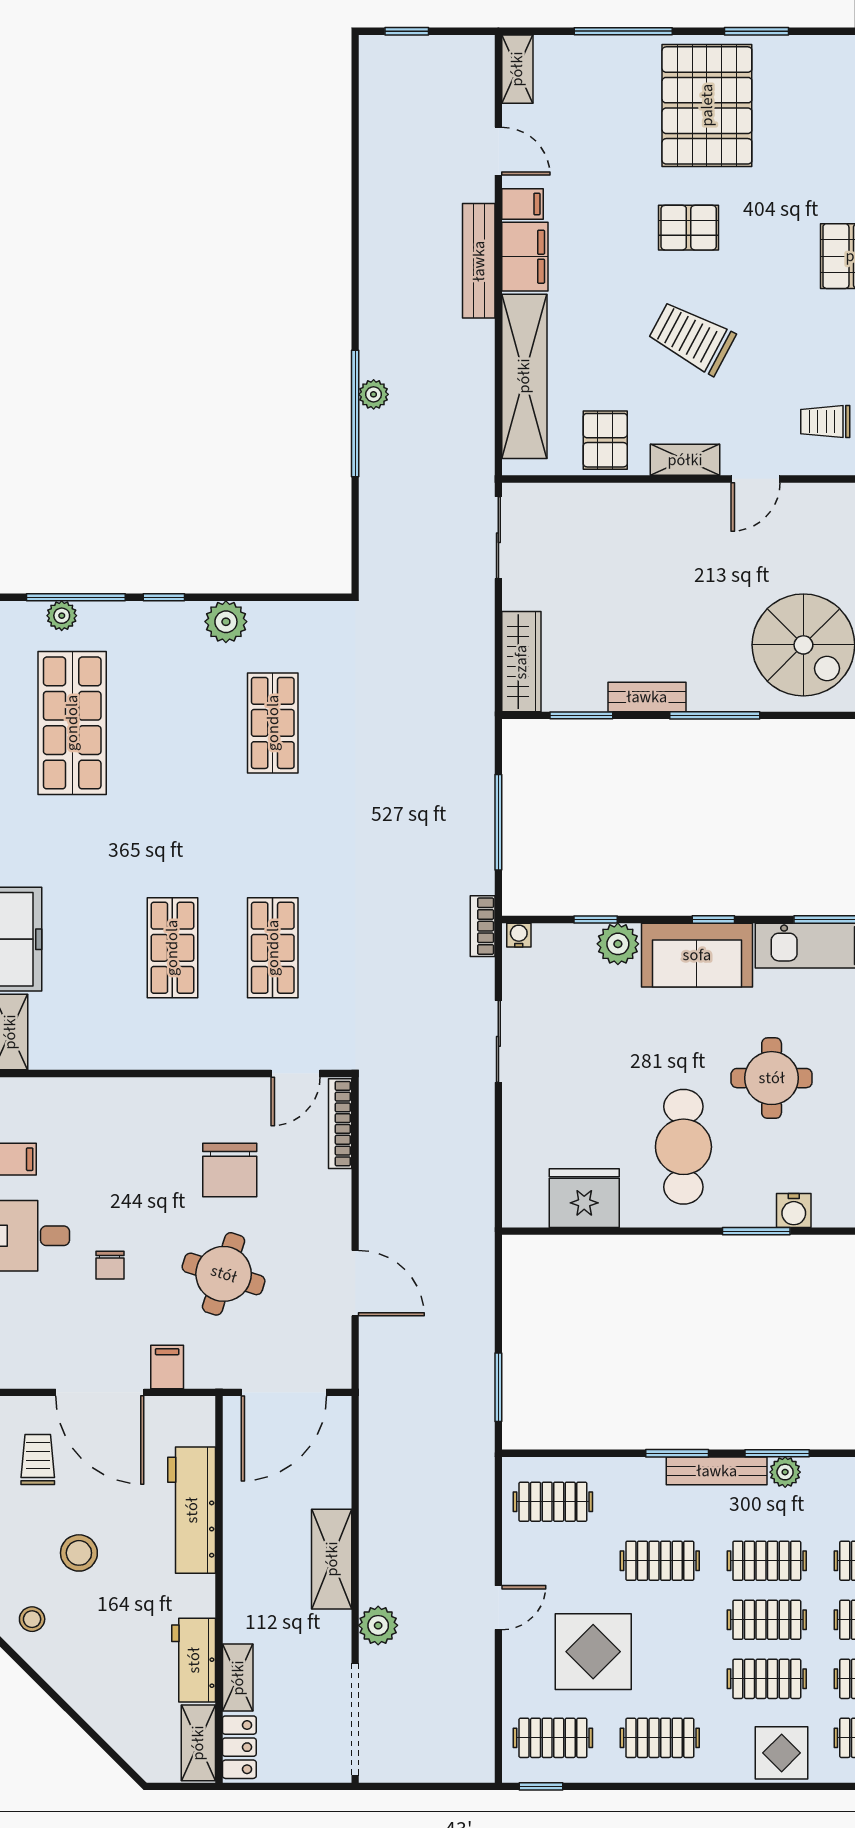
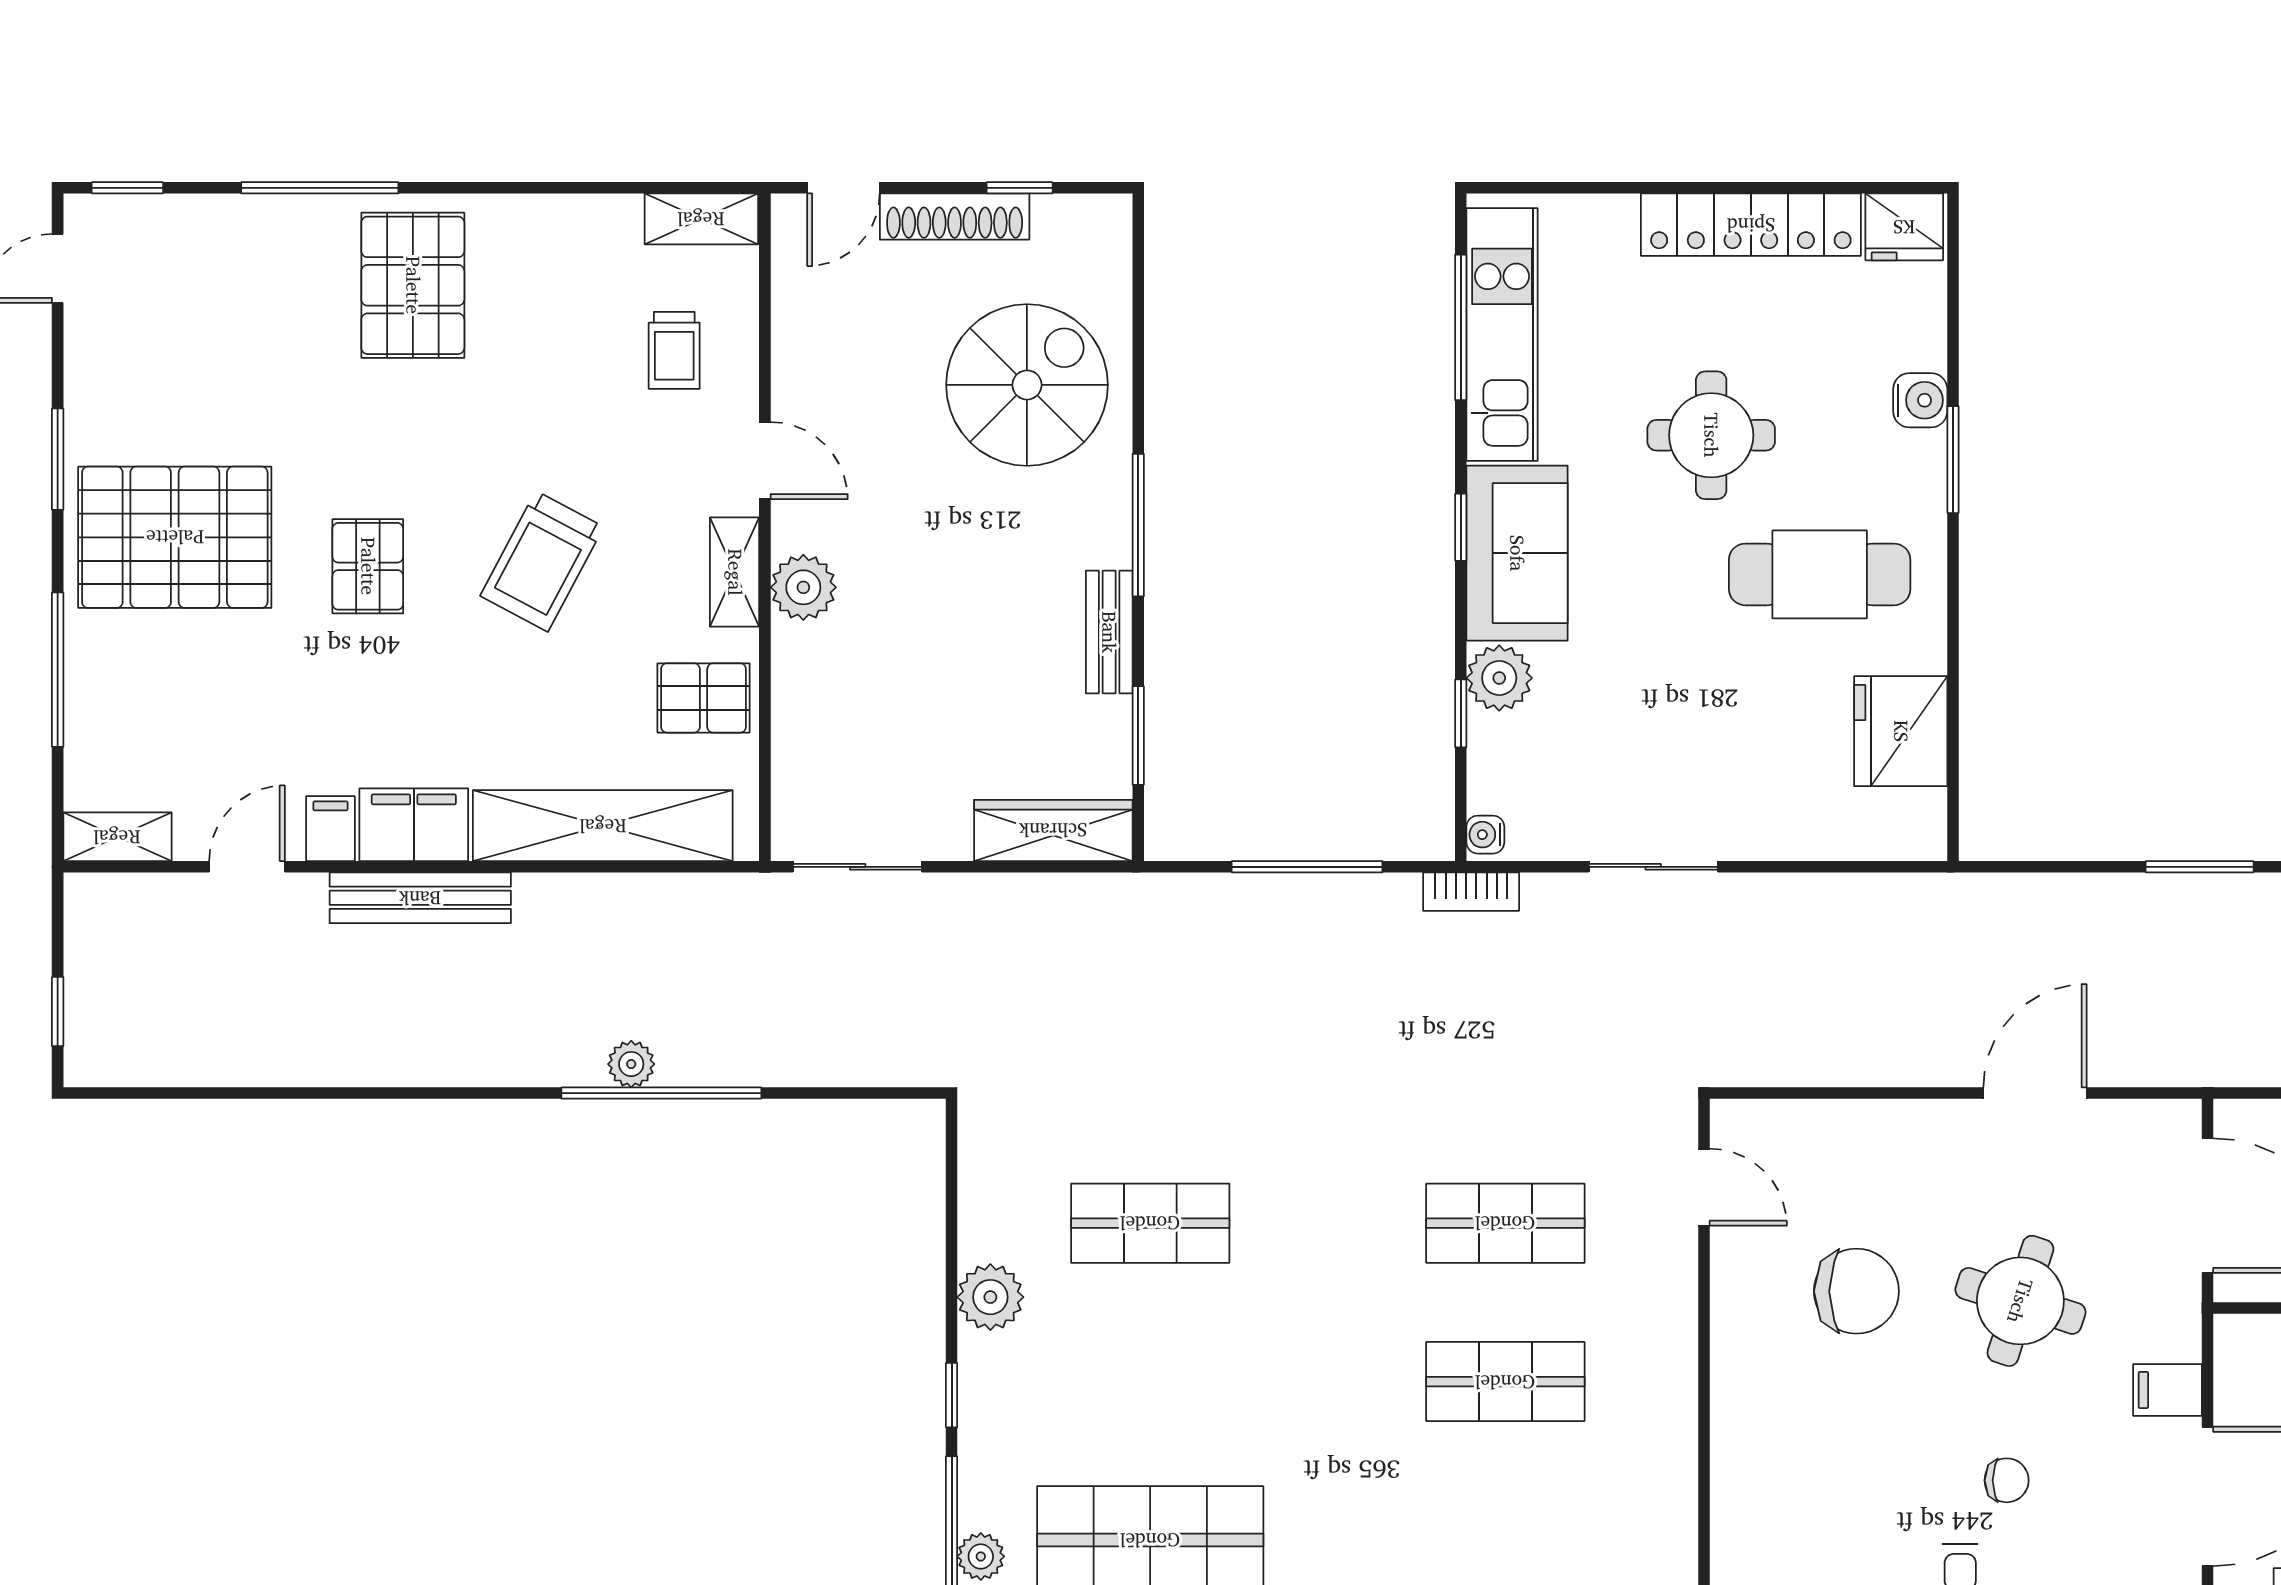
plant: (675, 503) -> (803, 587), added
bookcase: (340, 1124) -> (1783, 1117), removed

